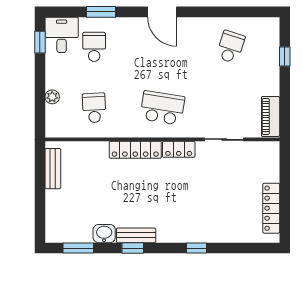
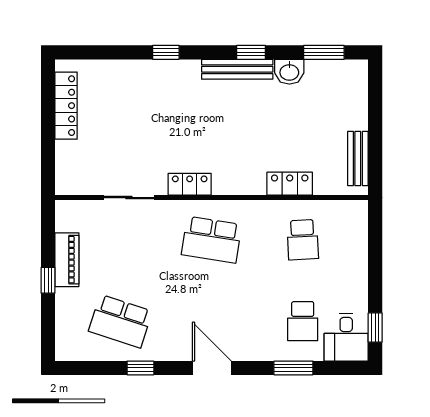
window: (216, 12) -> (140, 368), added
school desk: (231, 47) -> (120, 321), width x1.85
window: (285, 56) -> (48, 280), moved
plant: (52, 97) -> (359, 254), removed
piano: (271, 117) -> (67, 260), moved
locker: (135, 150) -> (290, 184), moved, width x0.66
bench: (136, 235) -> (237, 69), width x1.36

